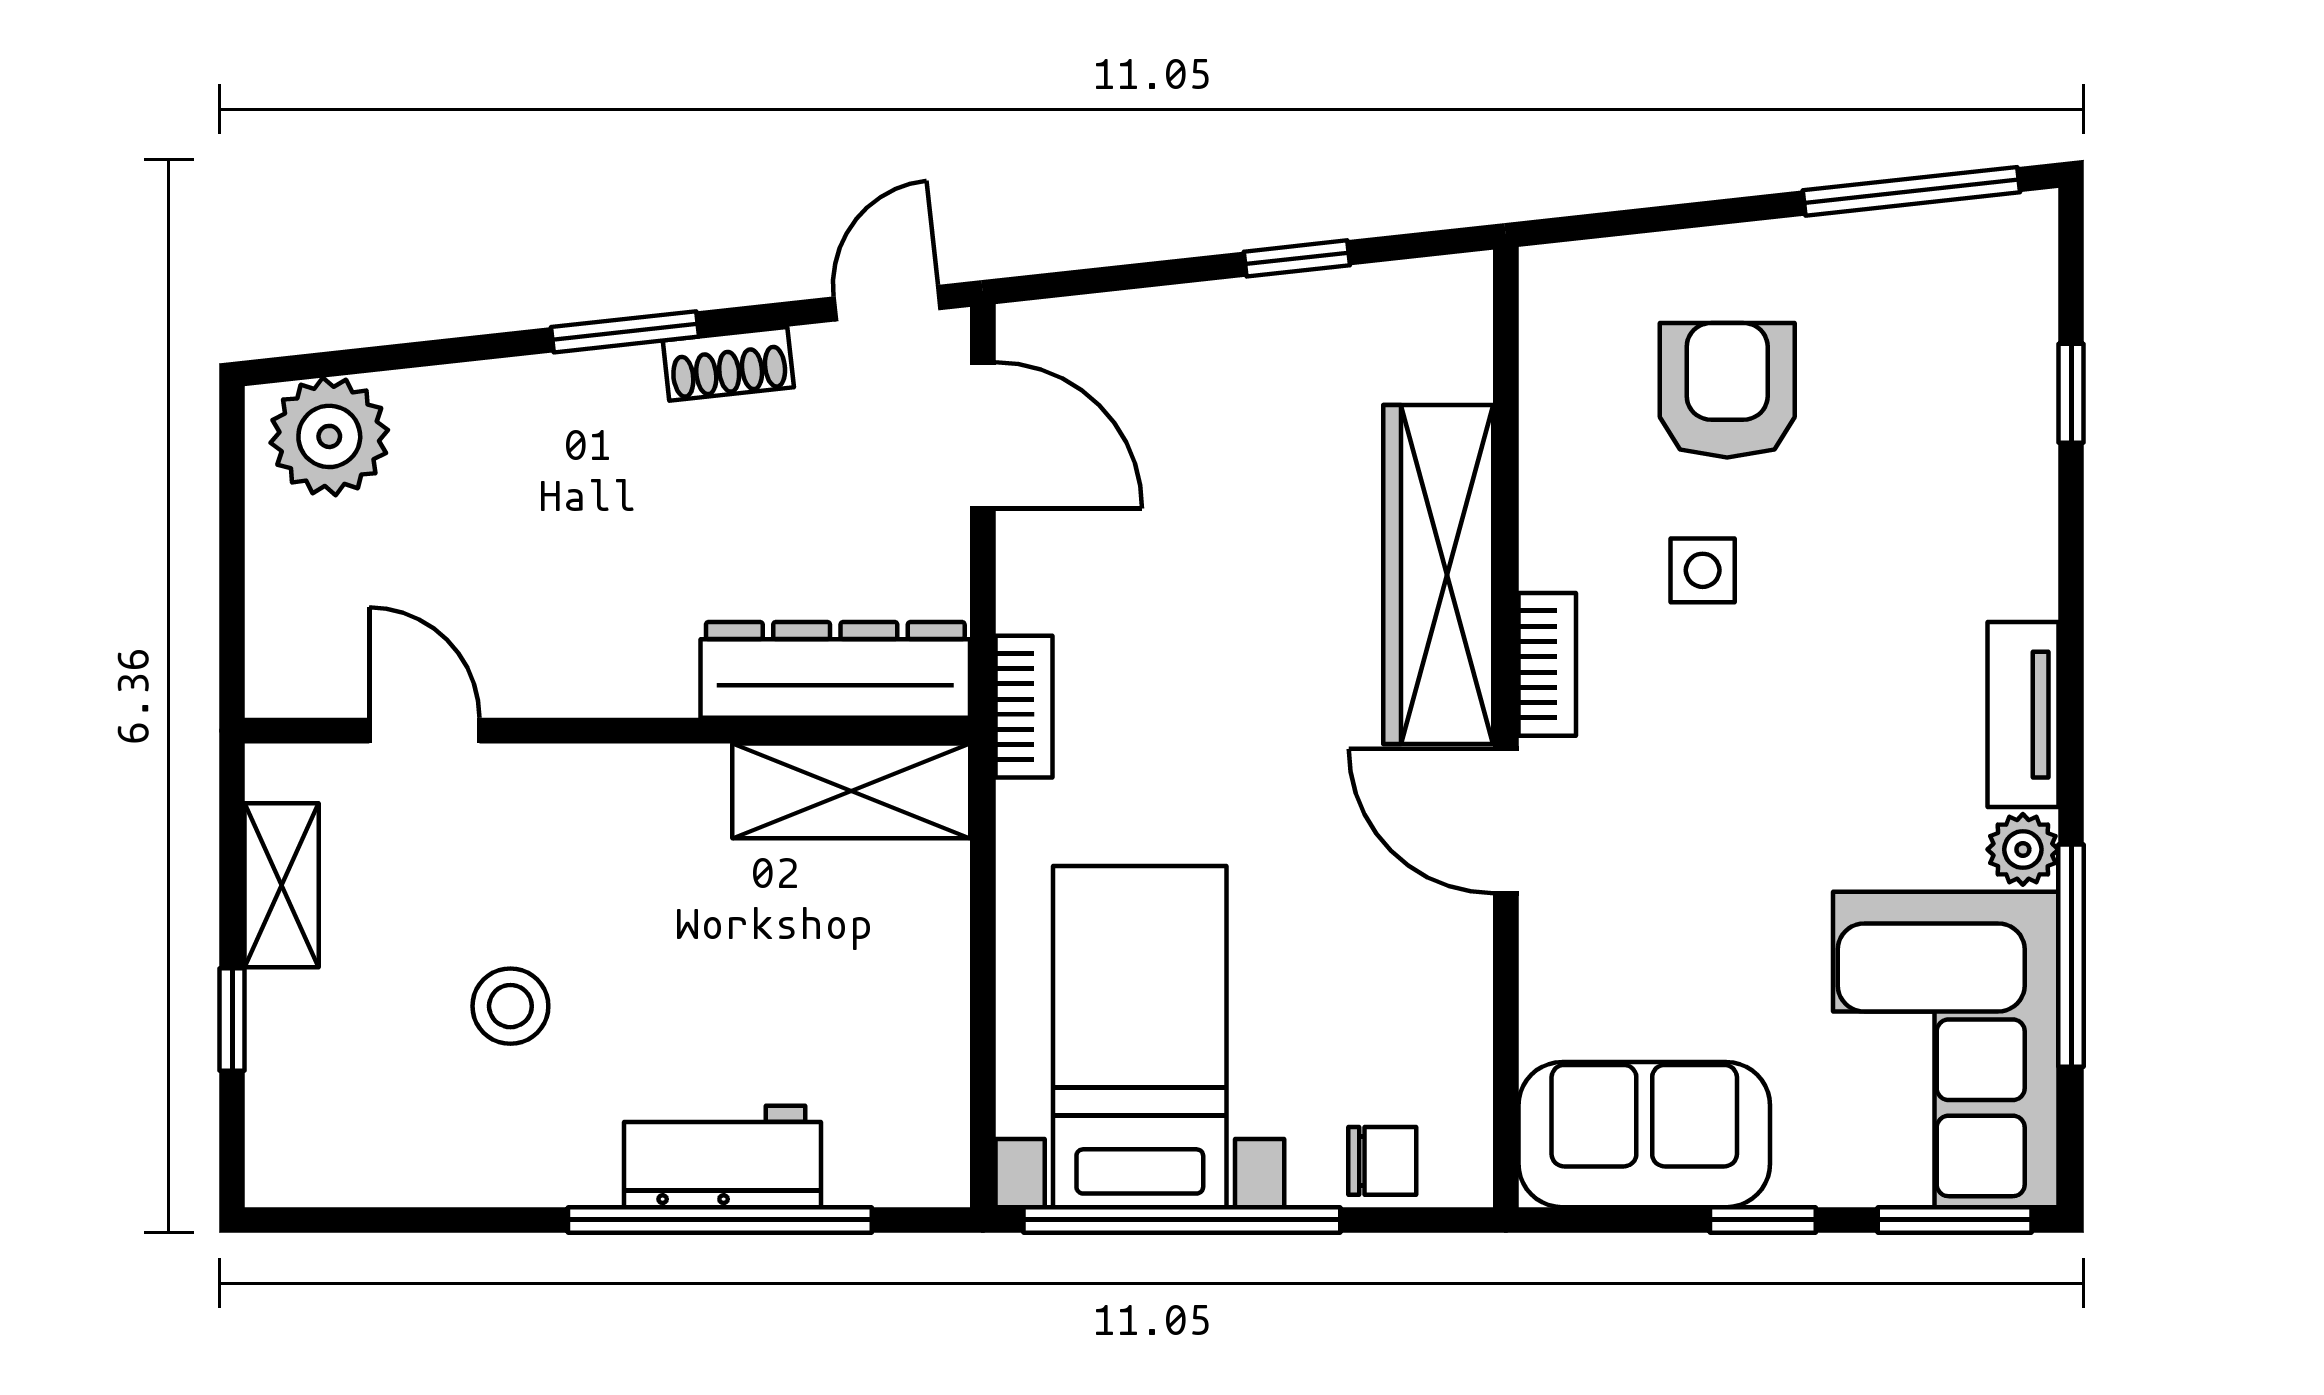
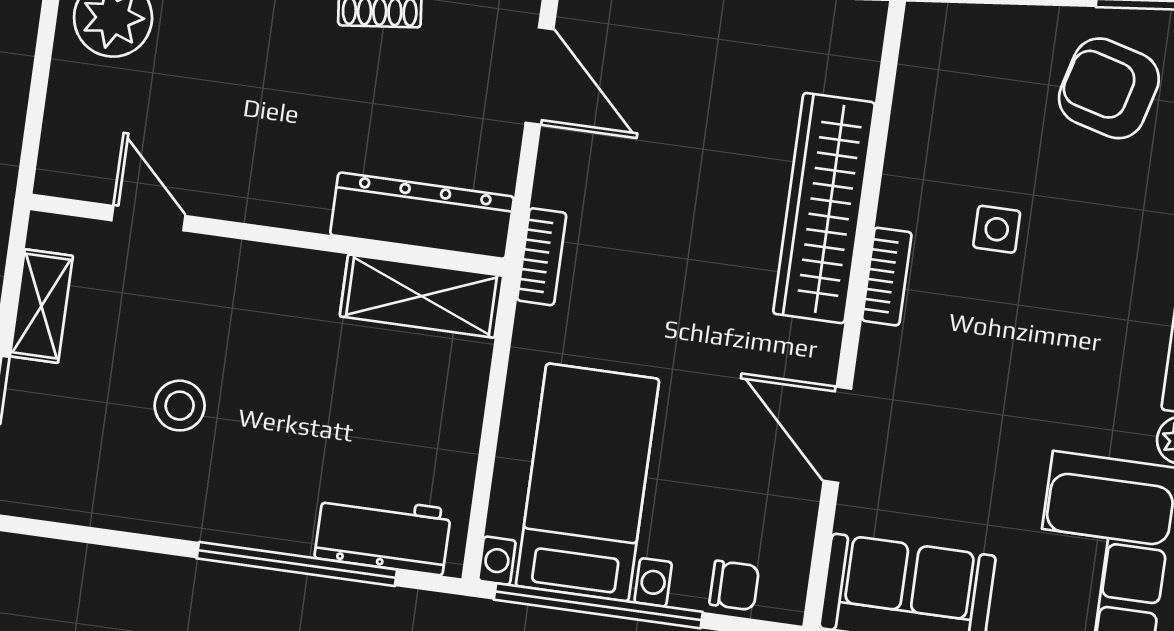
armchair: (1727, 390) -> (1109, 88), moved, turned -75
door: (1506, 821) -> (837, 435), moved
workbench: (723, 1156) -> (383, 534), moved

